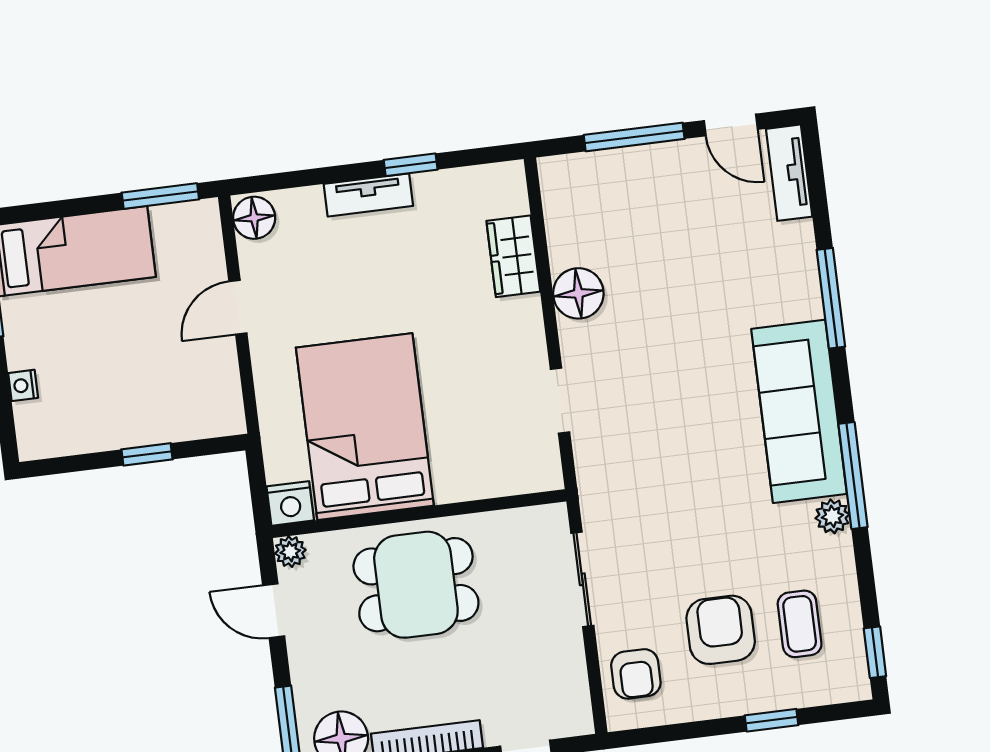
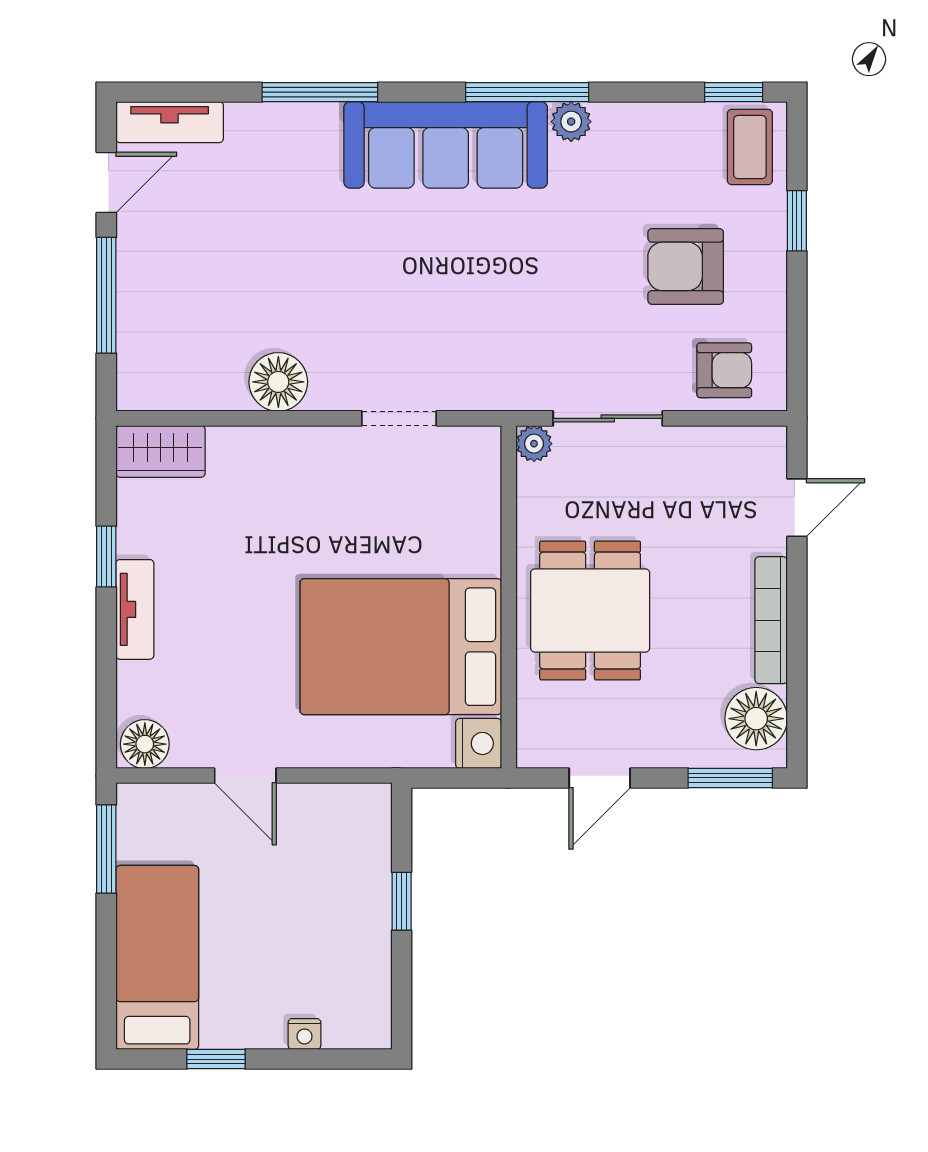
wardrobe: (513, 256) -> (160, 451), moved
plant: (290, 552) -> (534, 444), moved
coffee table: (800, 624) -> (750, 147), moved, turned 90

